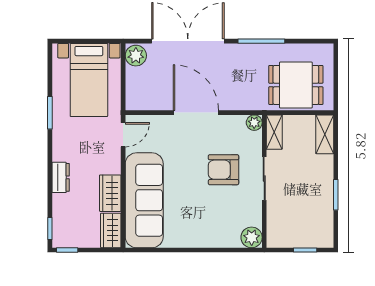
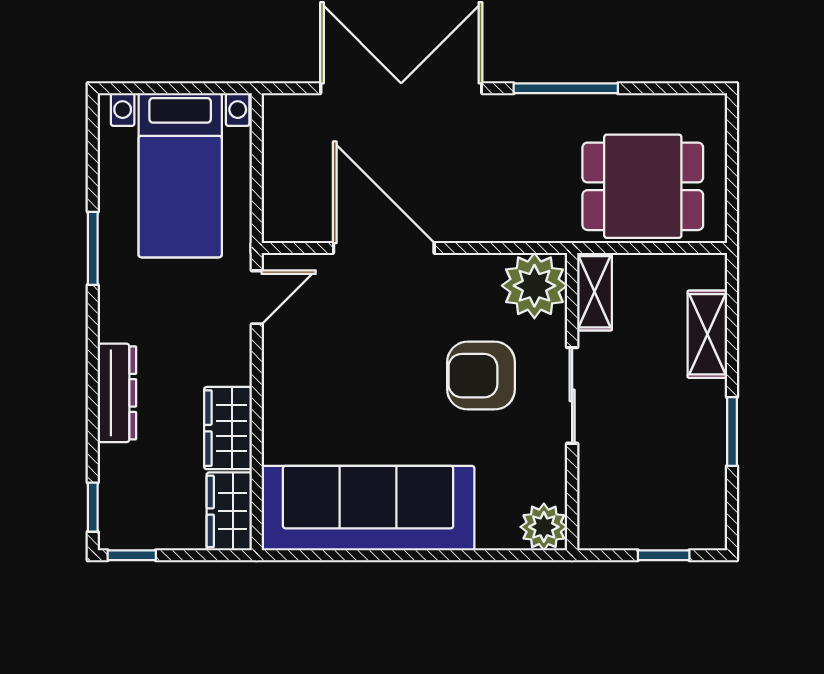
plant: (136, 56) -> (285, 121), removed
door: (196, 113) -> (384, 248), moved
plant: (254, 123) -> (534, 286), width x1.88, depth x1.88
shelving: (325, 134) -> (707, 334), moved
dresser: (61, 177) -> (117, 393), width x1.44
sofa: (144, 200) -> (368, 508), moved, turned -90

